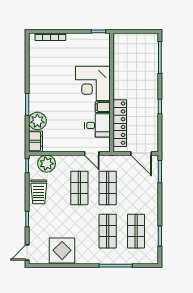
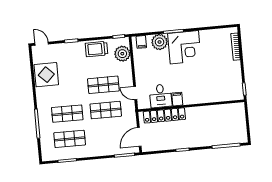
corner desk: (93, 83) -> (184, 47), moved, turned 180
filing cabinet: (35, 141) -> (141, 42), width x0.50
door: (92, 153) -> (135, 93), hinge flipped

